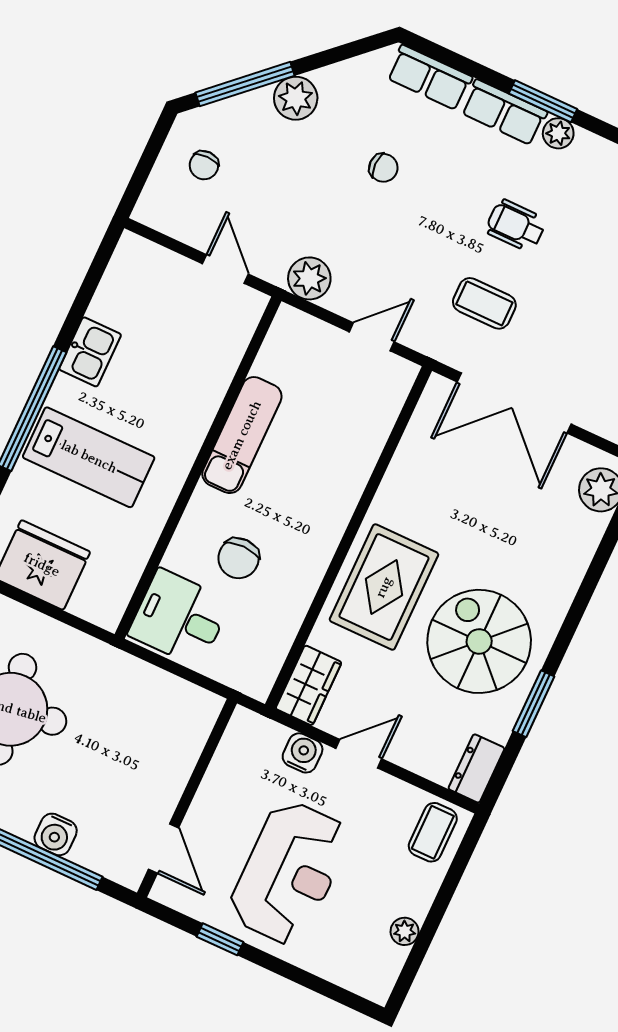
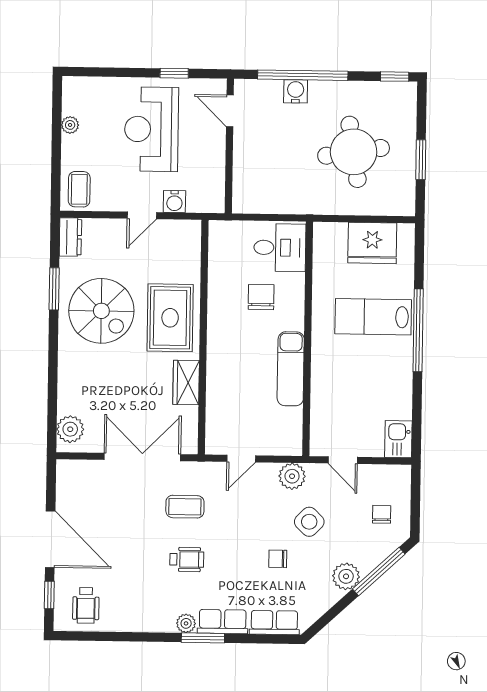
side table: (314, 201) -> (309, 522), added
kitchen sink: (90, 352) -> (398, 439), moved
wardrobe: (308, 685) -> (186, 383), moved

